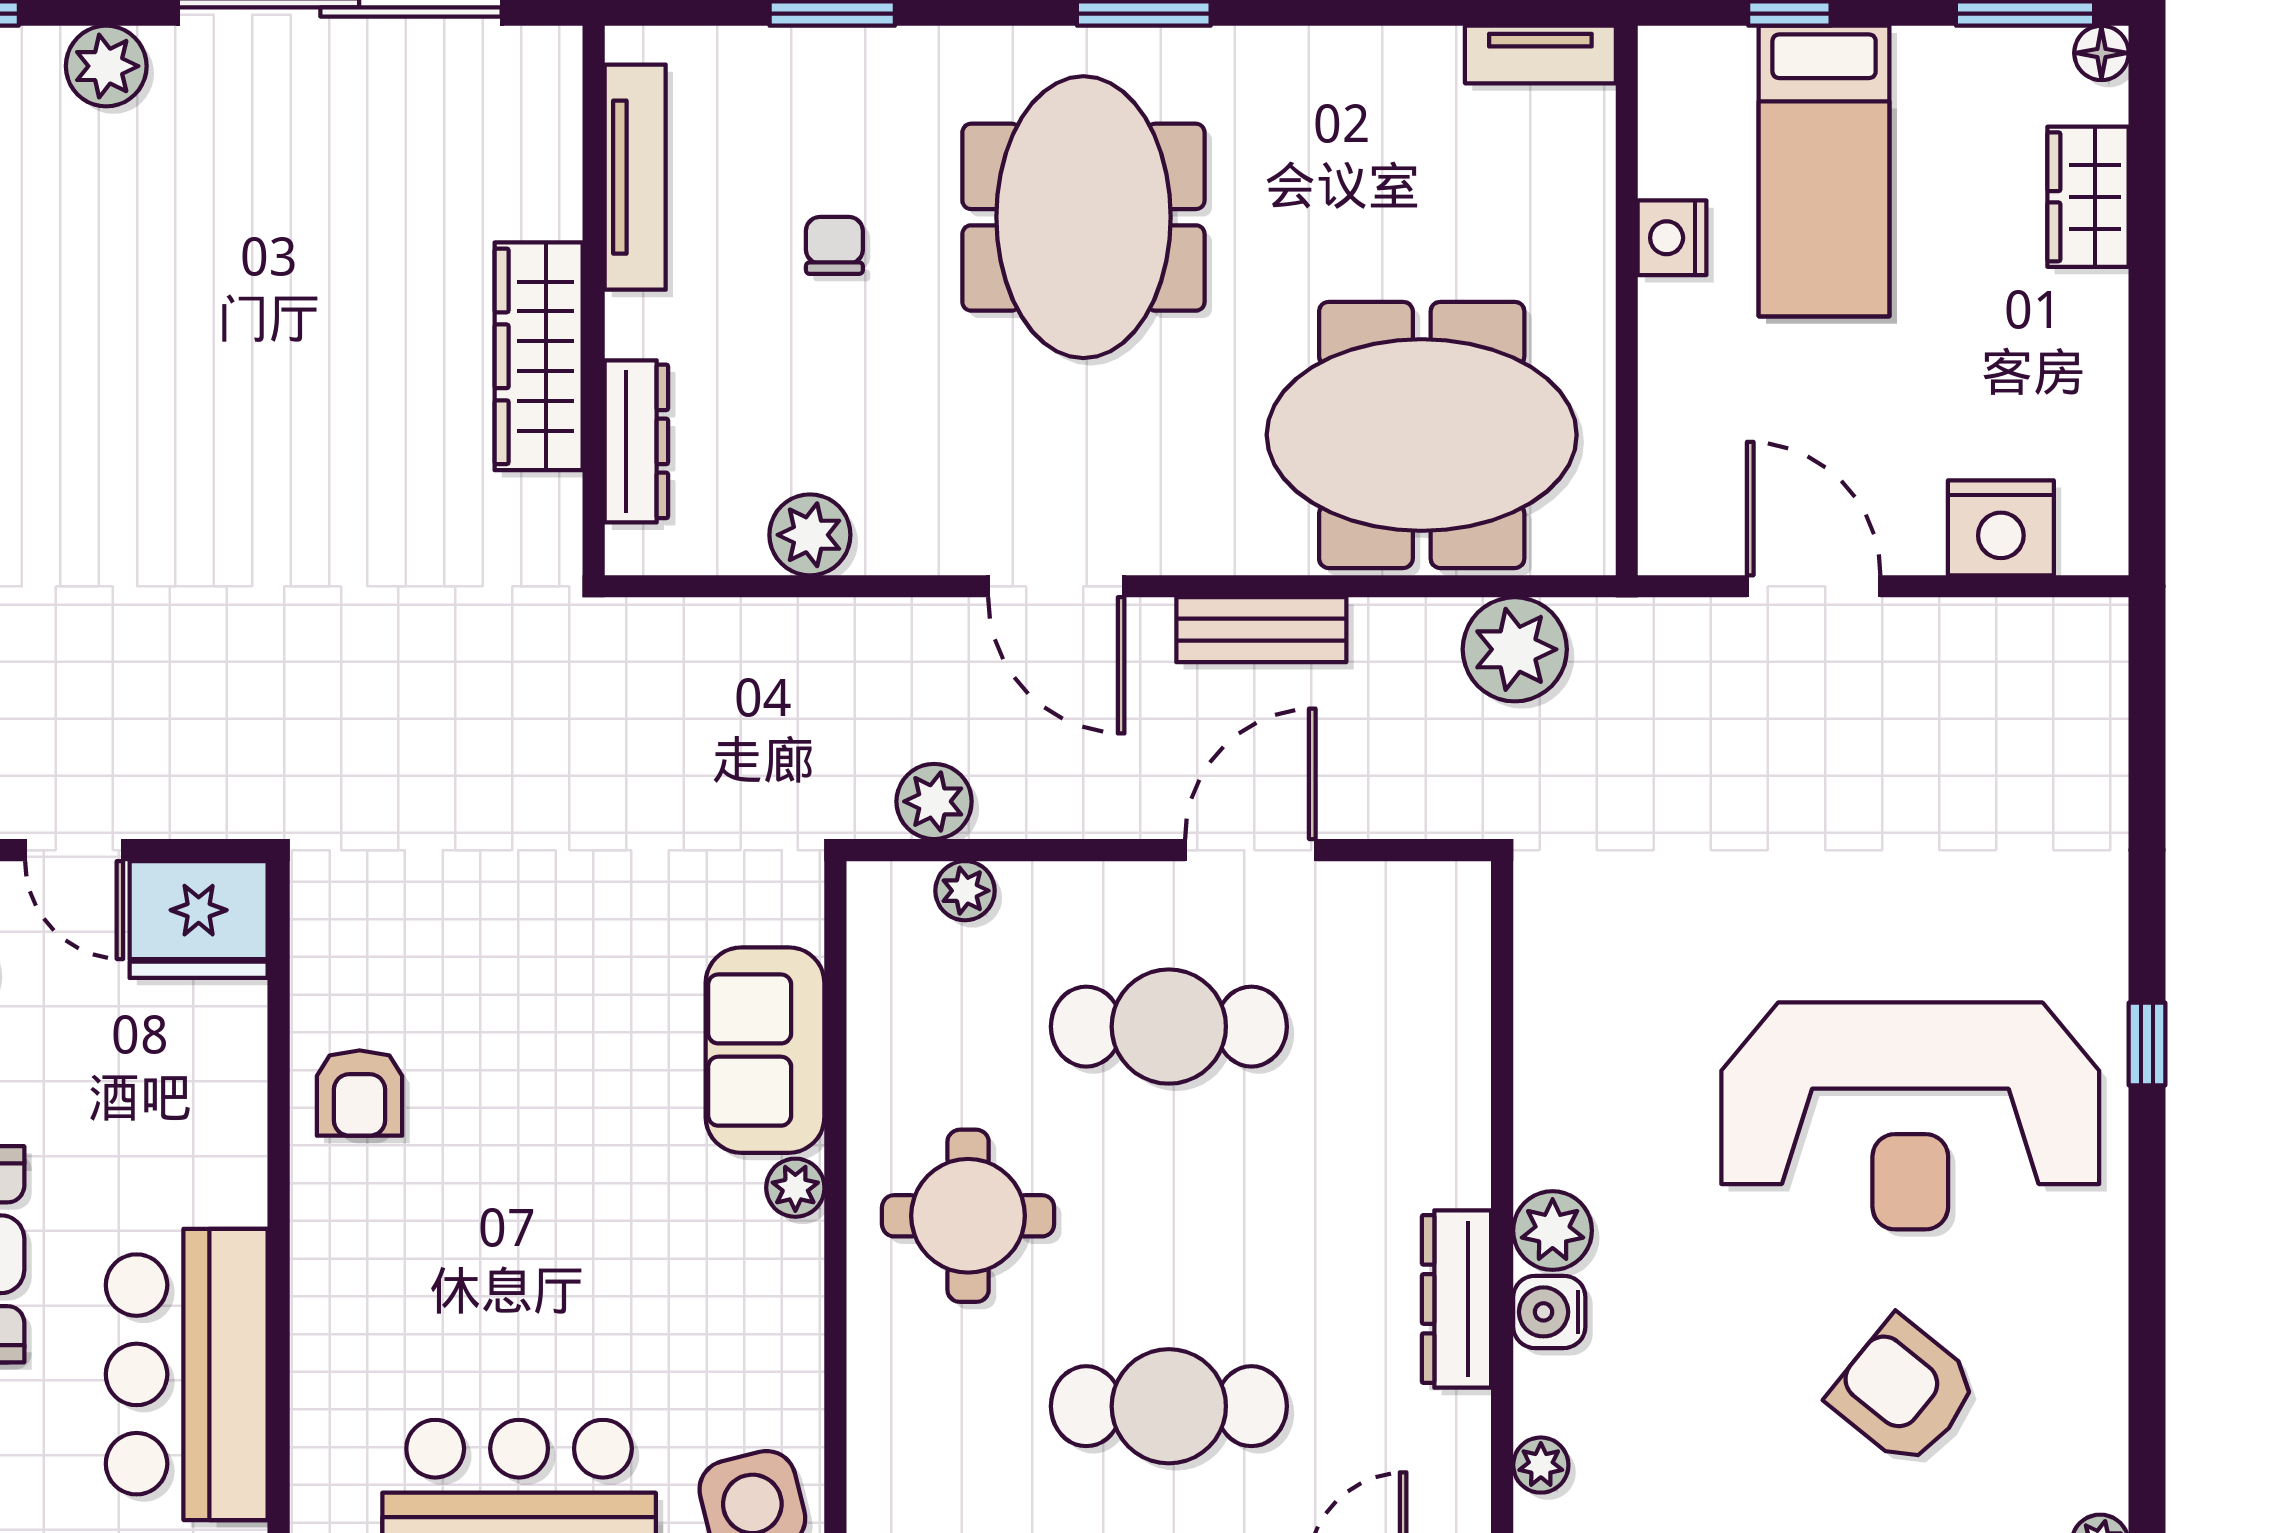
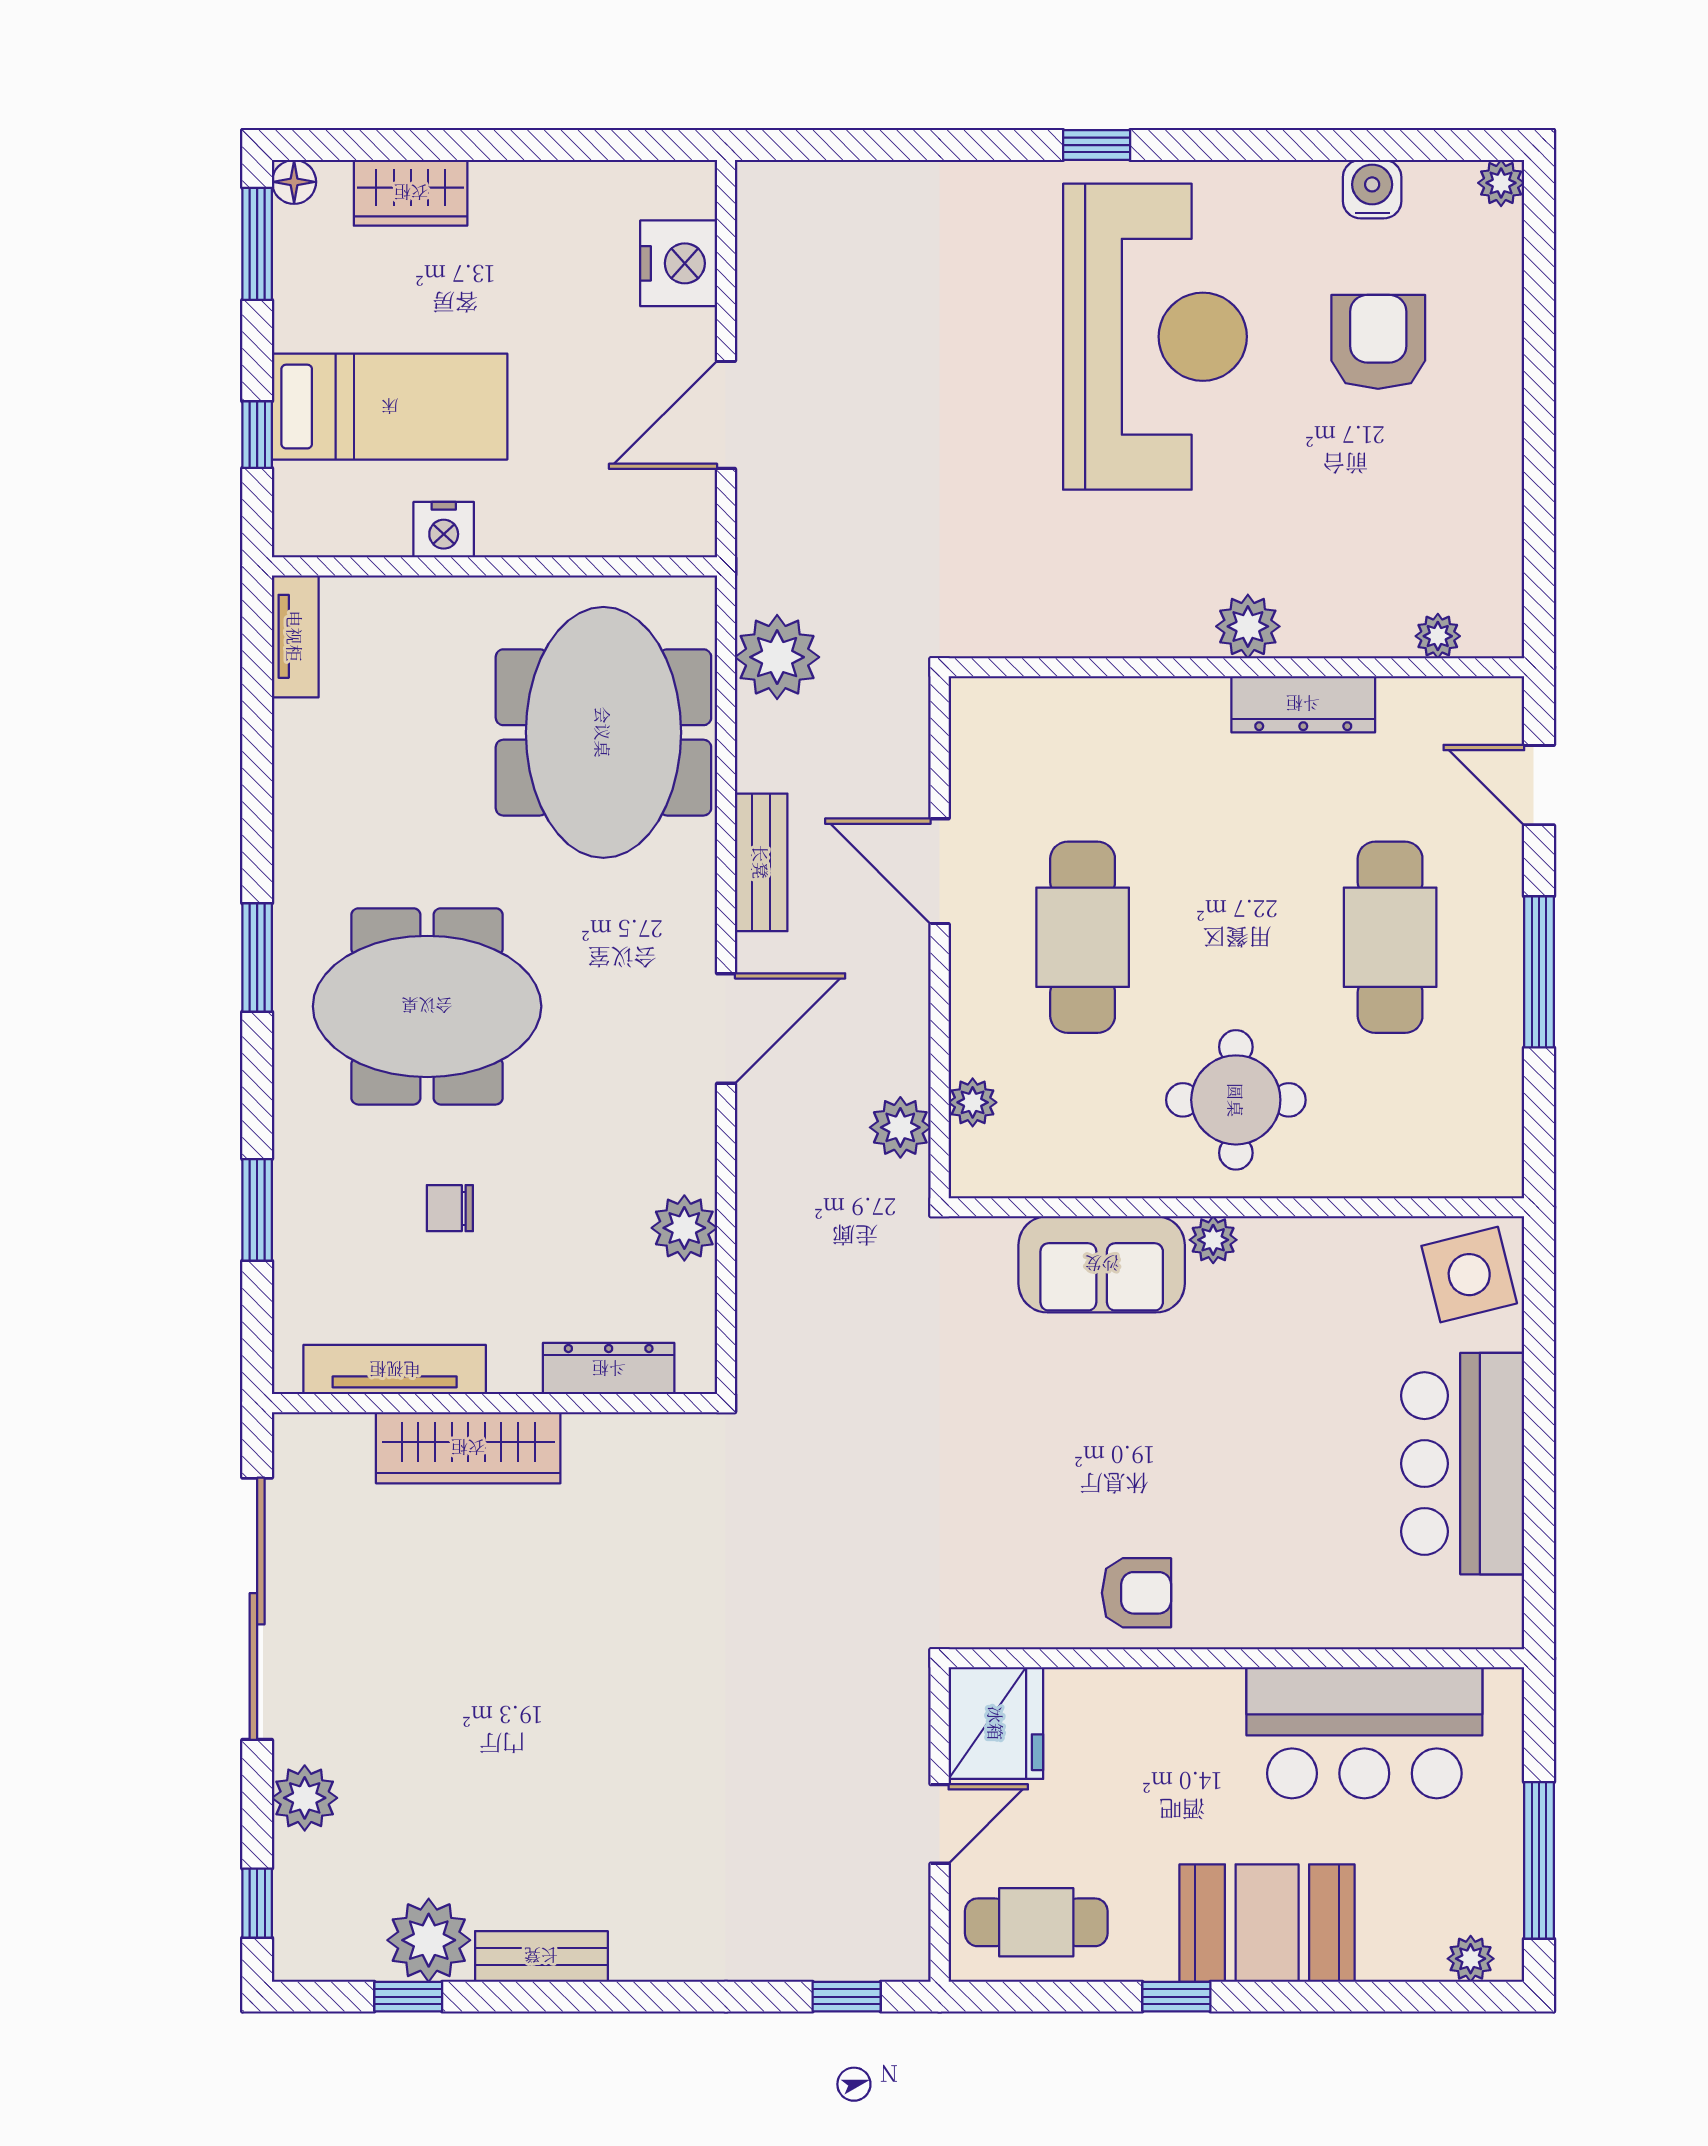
wardrobe: (539, 356) -> (468, 1448), moved
water cooler: (1549, 1312) -> (1372, 189), moved, turned 180
armchair: (1904, 1392) -> (1378, 342), turned 141

